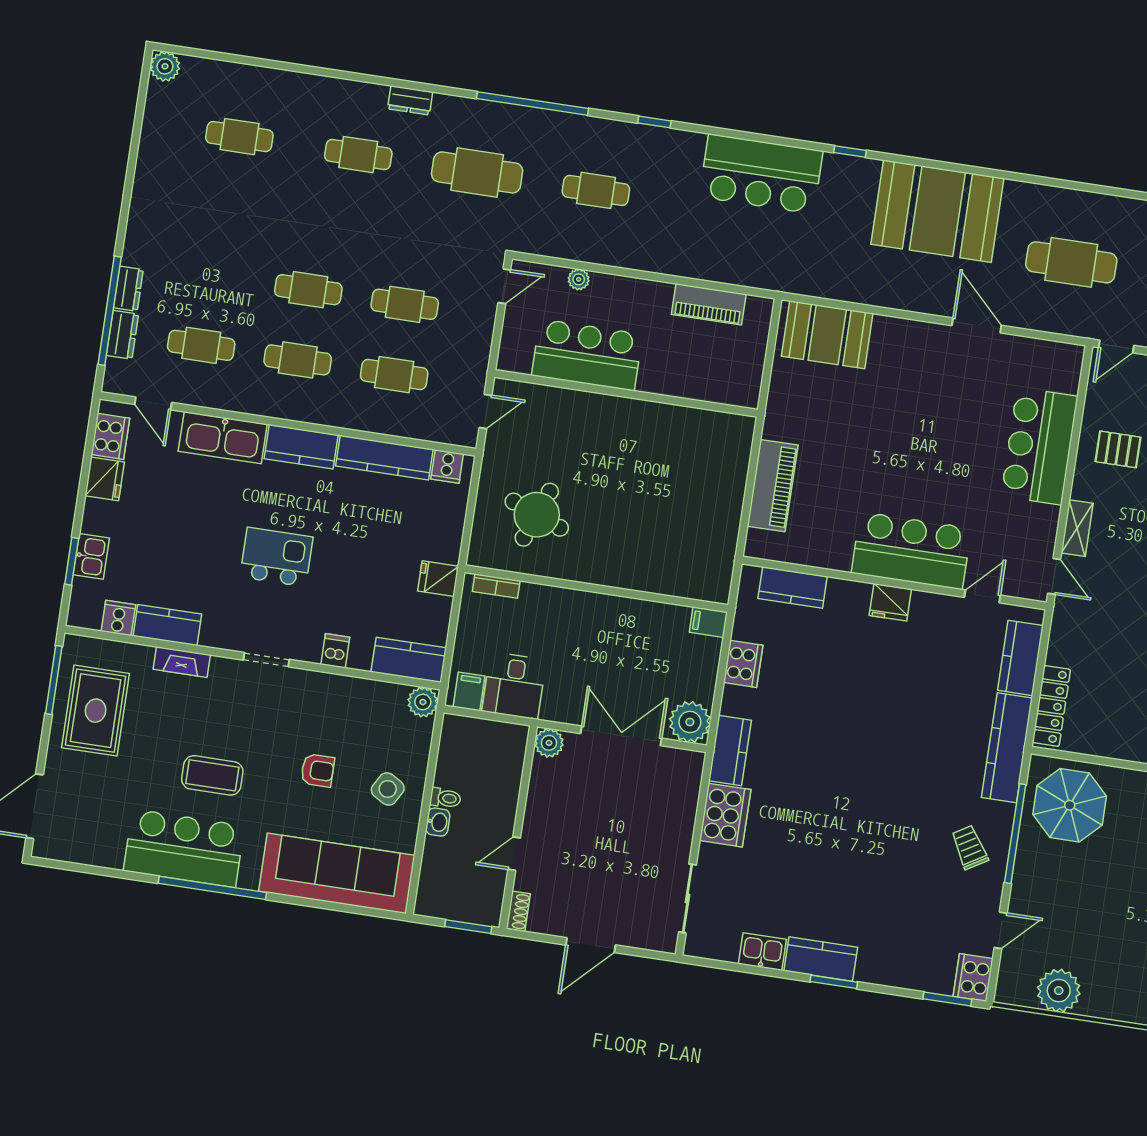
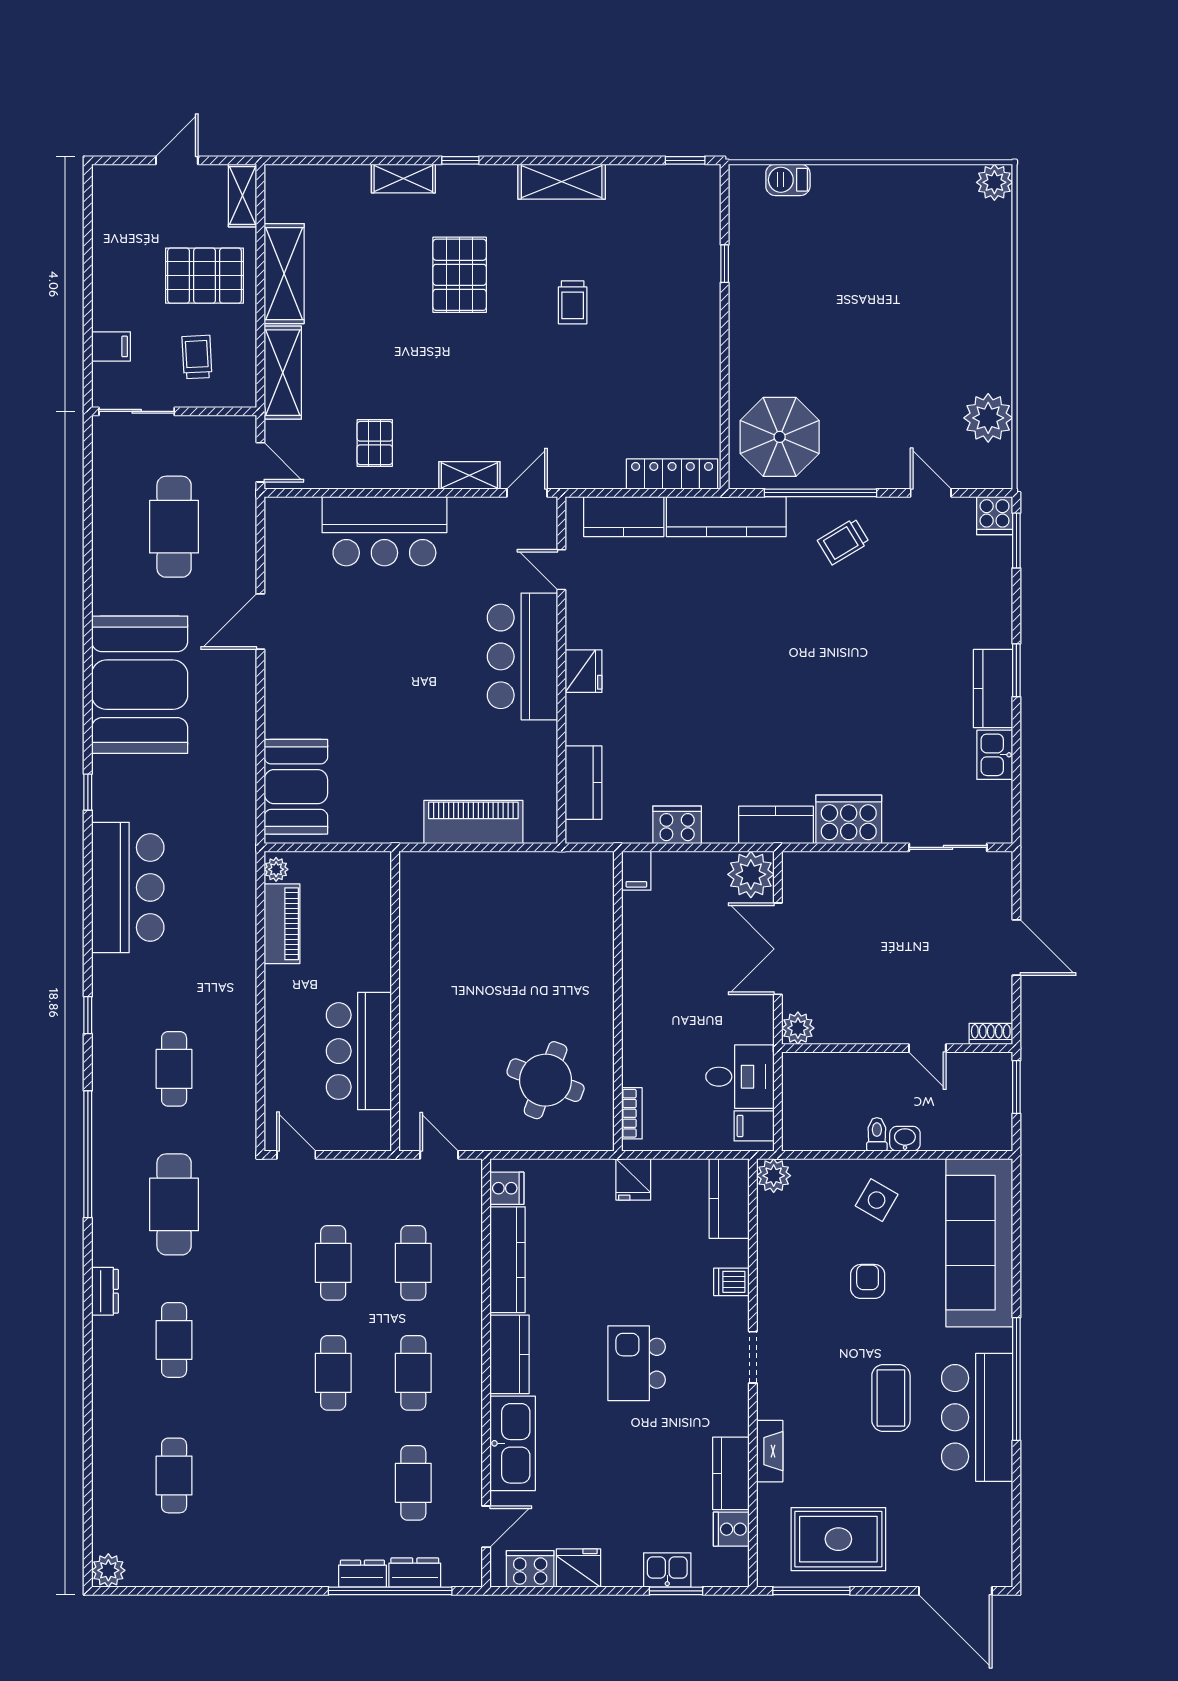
plant: (579, 279) -> (276, 869), moved
cooker: (973, 977) -> (995, 516), width x0.73

